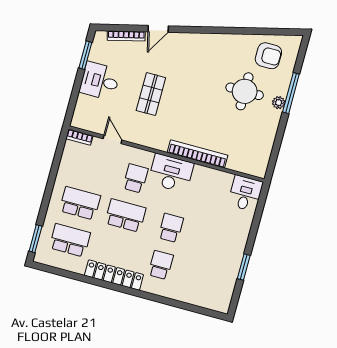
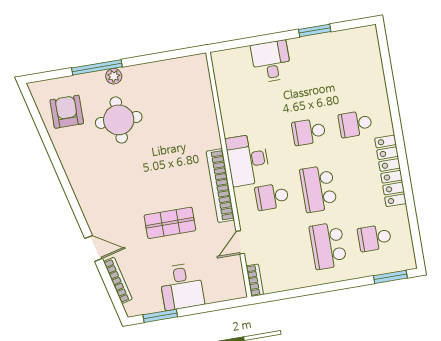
bookcase: (198, 154) -> (220, 186), moved
desk: (245, 193) -> (271, 61), moved, turned 90
school desk: (70, 240) -> (375, 238), width x0.54

